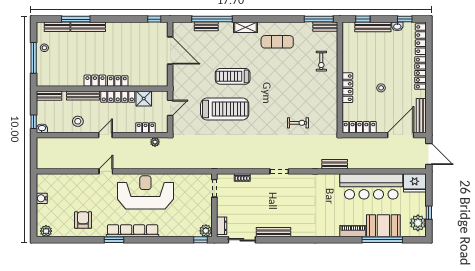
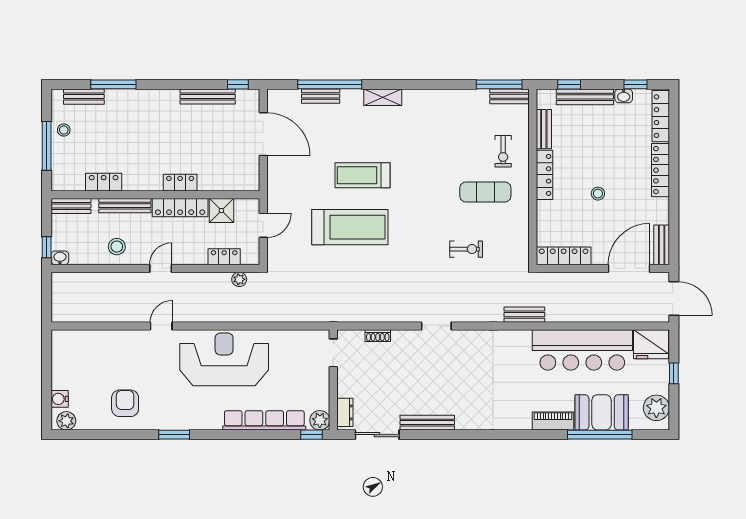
bench: (88, 27) -> (208, 96), moved
exercise mat: (277, 42) -> (485, 192), moved
bench: (347, 47) -> (544, 129), added
locker: (95, 81) -> (104, 182), moved
locker: (347, 88) -> (544, 175), moved
bench: (421, 116) -> (662, 245), width x0.73
water cooler: (42, 198) -> (60, 399), moved
window: (429, 213) -> (674, 373), moved
row of seats: (133, 231) -> (264, 420), moved

